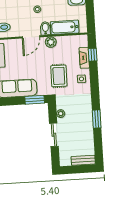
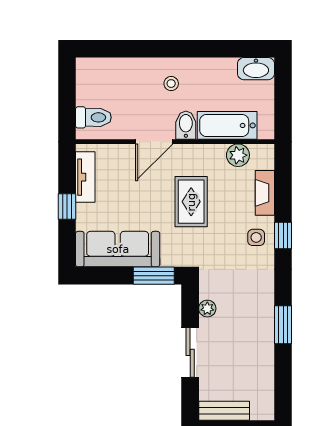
plant: (51, 42) -> (238, 155), moved
window: (93, 55) -> (283, 235), moved
rug: (59, 76) -> (191, 202), moved
bench: (83, 160) -> (224, 411), moved

